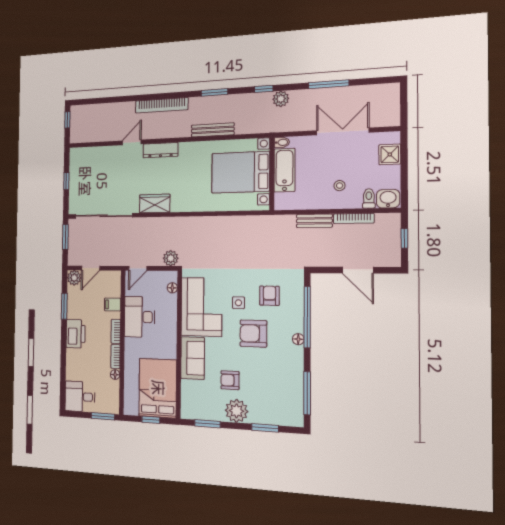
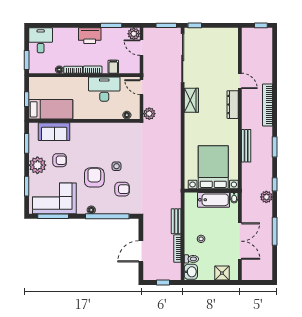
window: (66, 181) -> (195, 25), moved
corner sofa: (201, 307) -> (54, 198), moved, turned 180
sofa: (193, 358) -> (54, 132), moved
armchair: (230, 380) -> (60, 160), turned 90
bed: (158, 388) -> (51, 109), width x0.67

